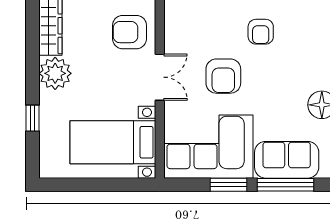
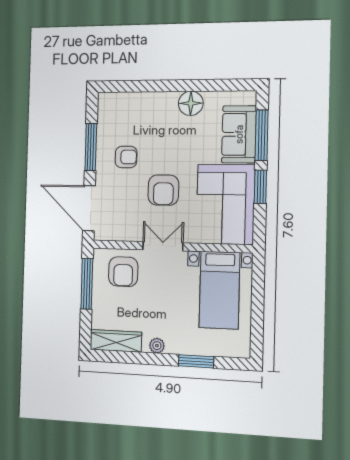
plant: (55, 73) -> (157, 346), width x0.53, depth x0.53
armchair: (223, 76) -> (163, 190), turned 90
window: (33, 118) -> (196, 361), width x1.50

